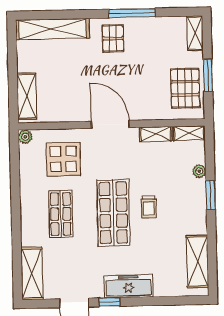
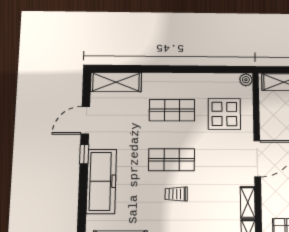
shop shelf: (113, 213) -> (172, 160), width x0.70, depth x0.74
freezer: (128, 286) -> (101, 181), width x1.36, depth x1.26

